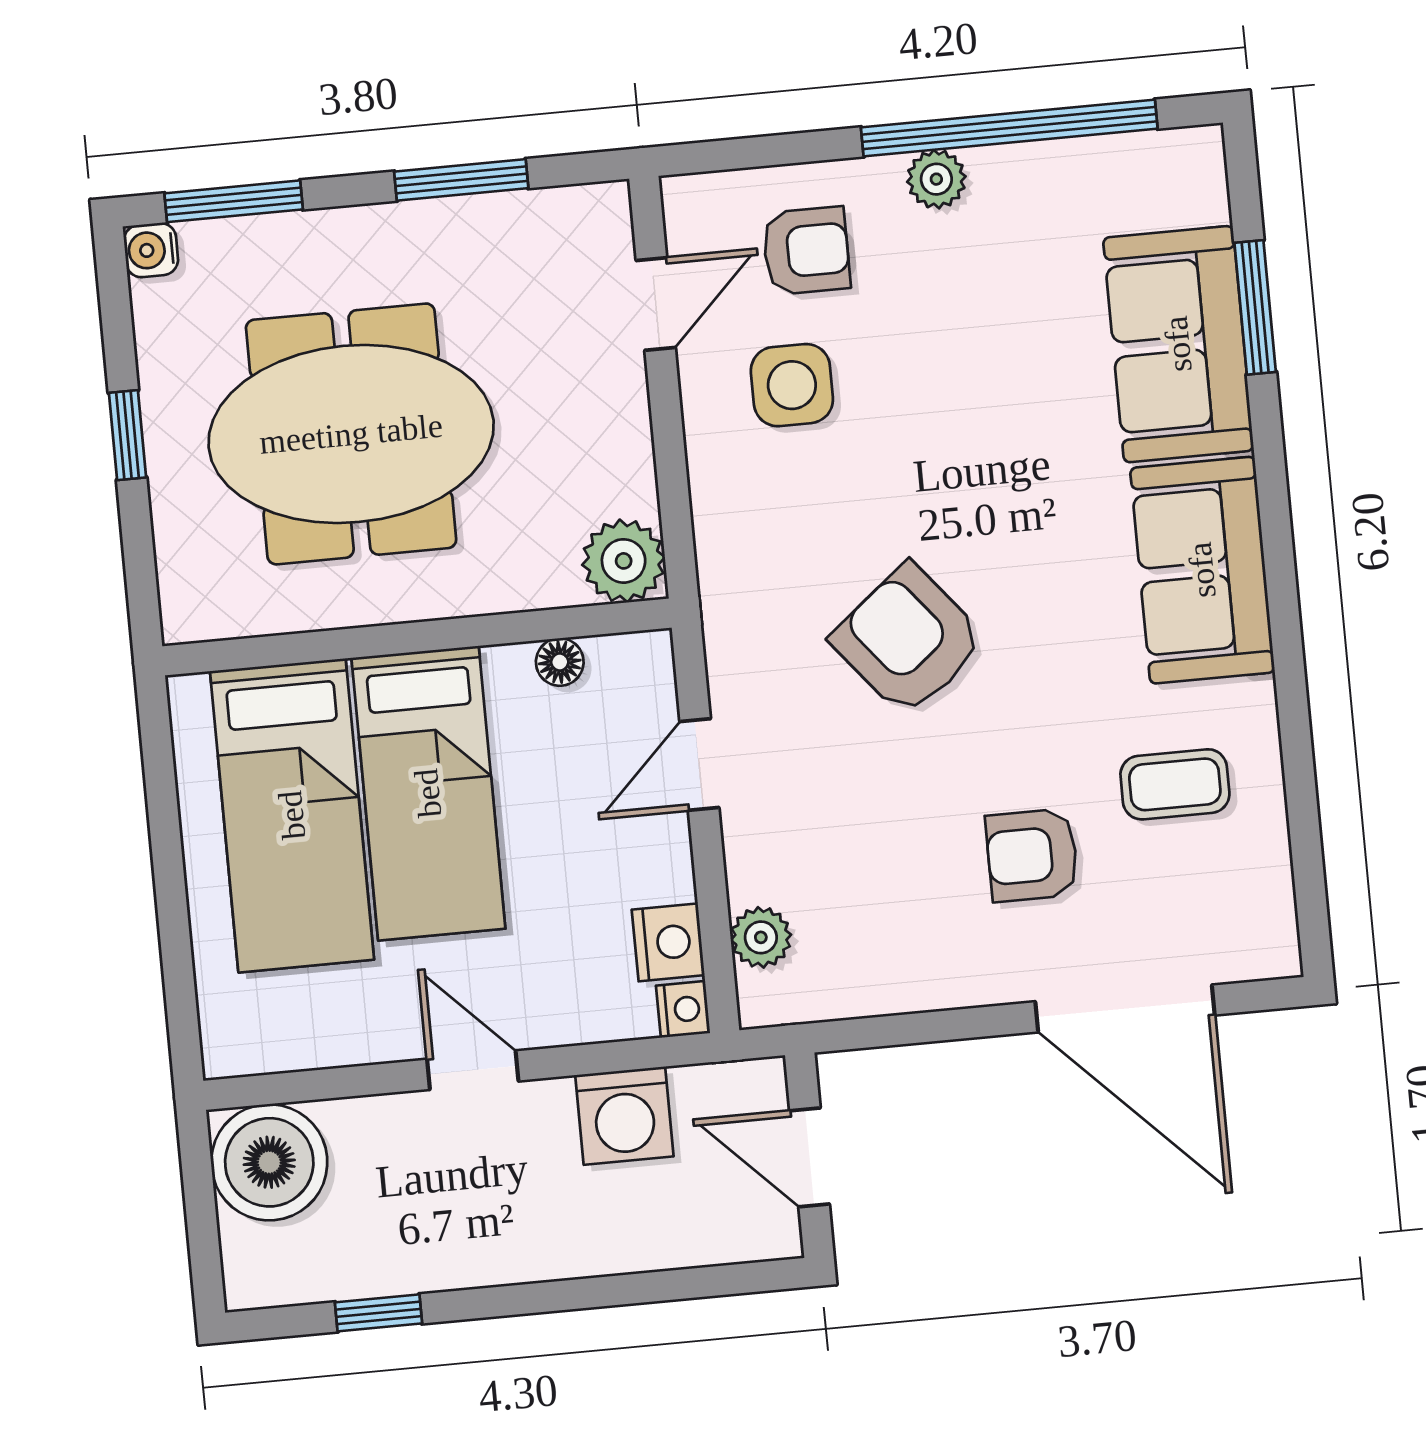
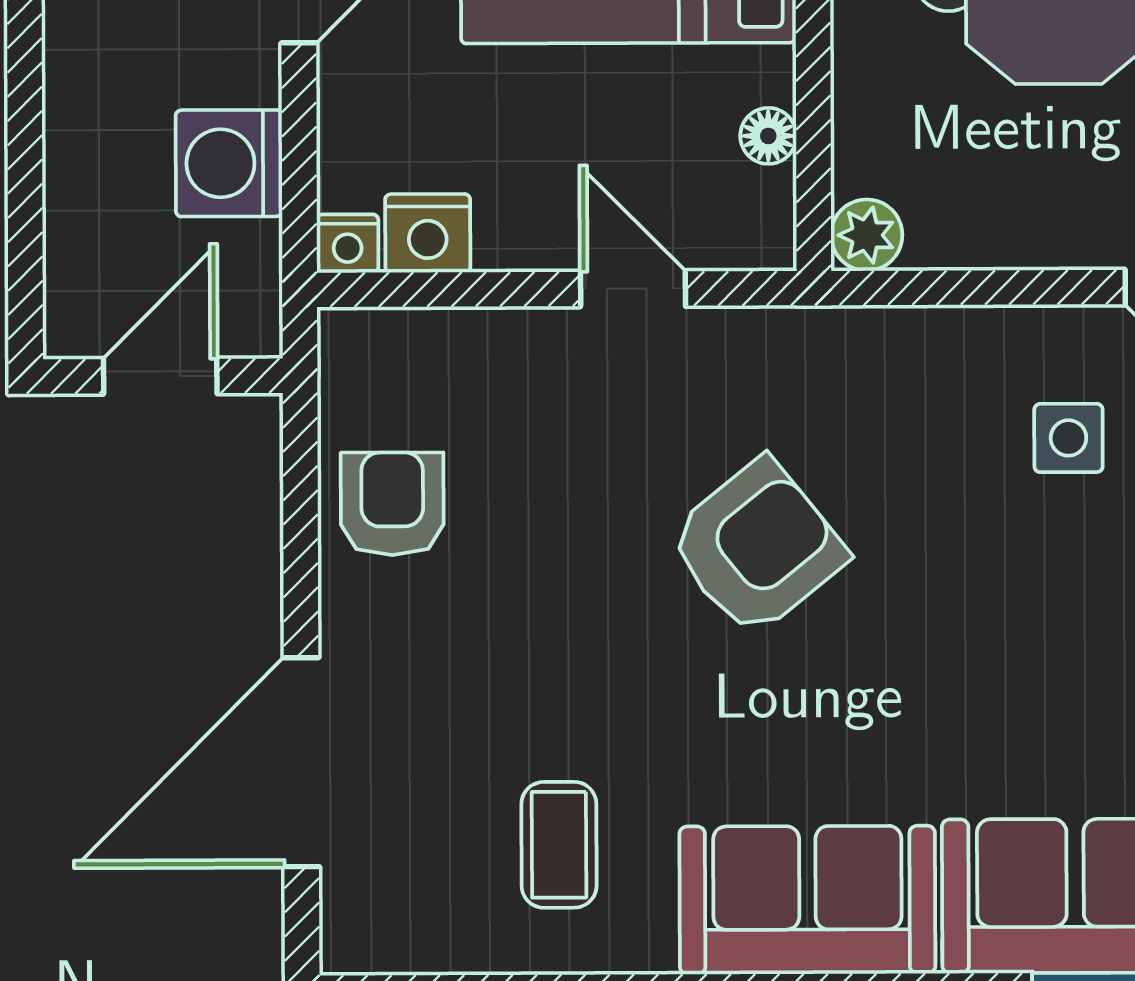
side table: (792, 385) -> (1068, 438), width x0.73, depth x0.73
plant: (624, 561) -> (867, 235), width x0.73, depth x0.73
armchair: (1032, 855) -> (392, 504), moved
plant: (761, 937) -> (424, 342), removed

